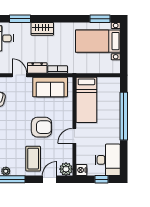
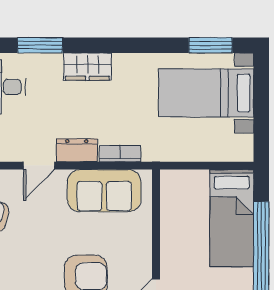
door: (19, 75) -> (39, 166), swing flipped
bed: (86, 100) -> (232, 218), moved

